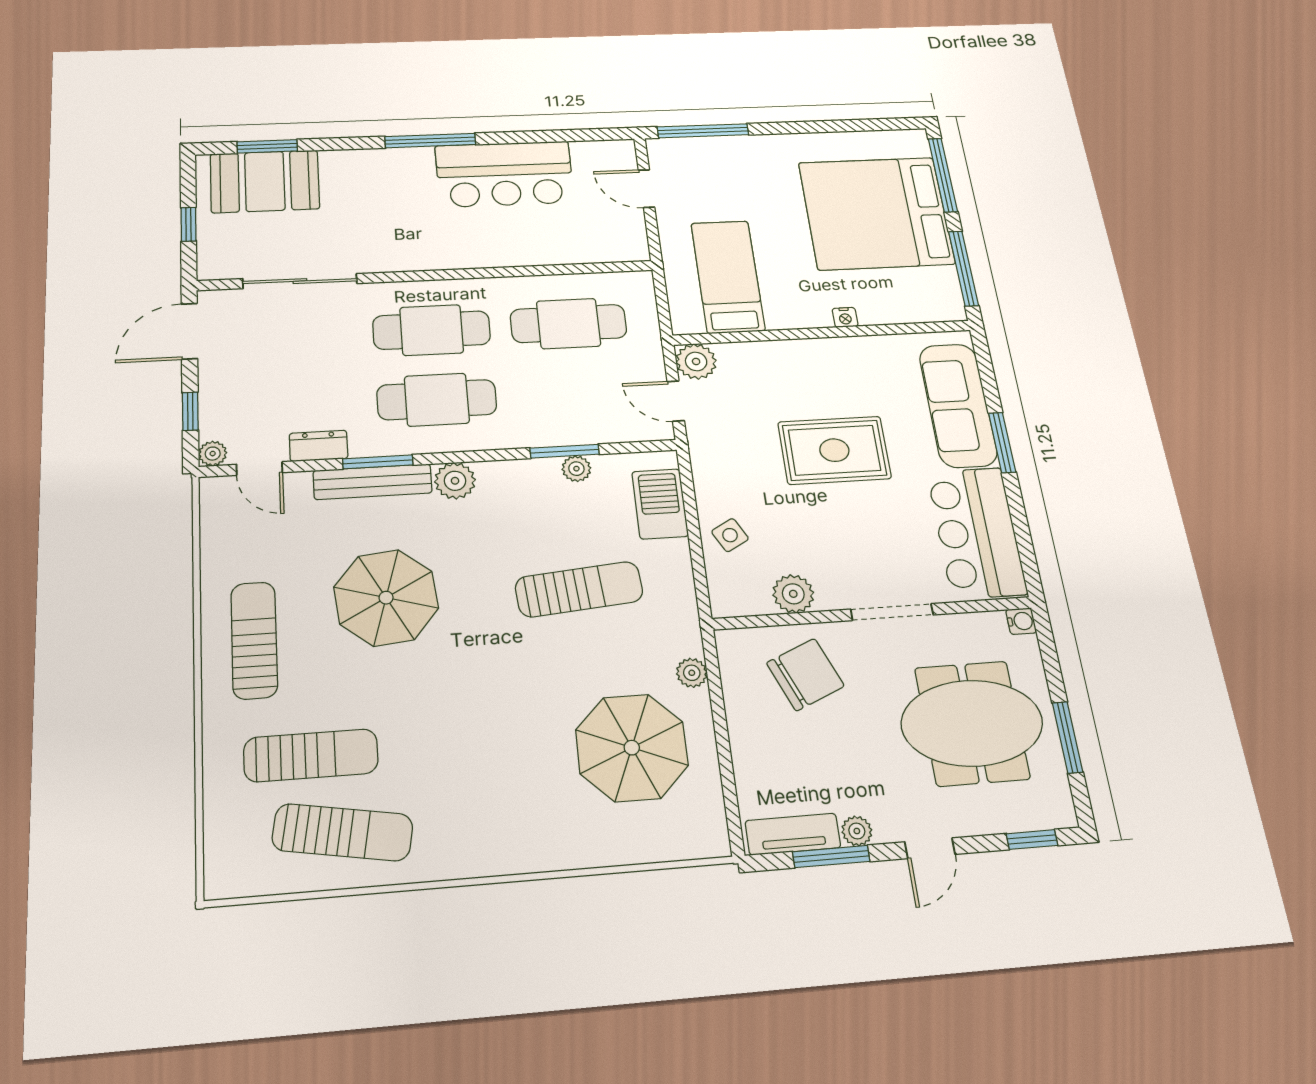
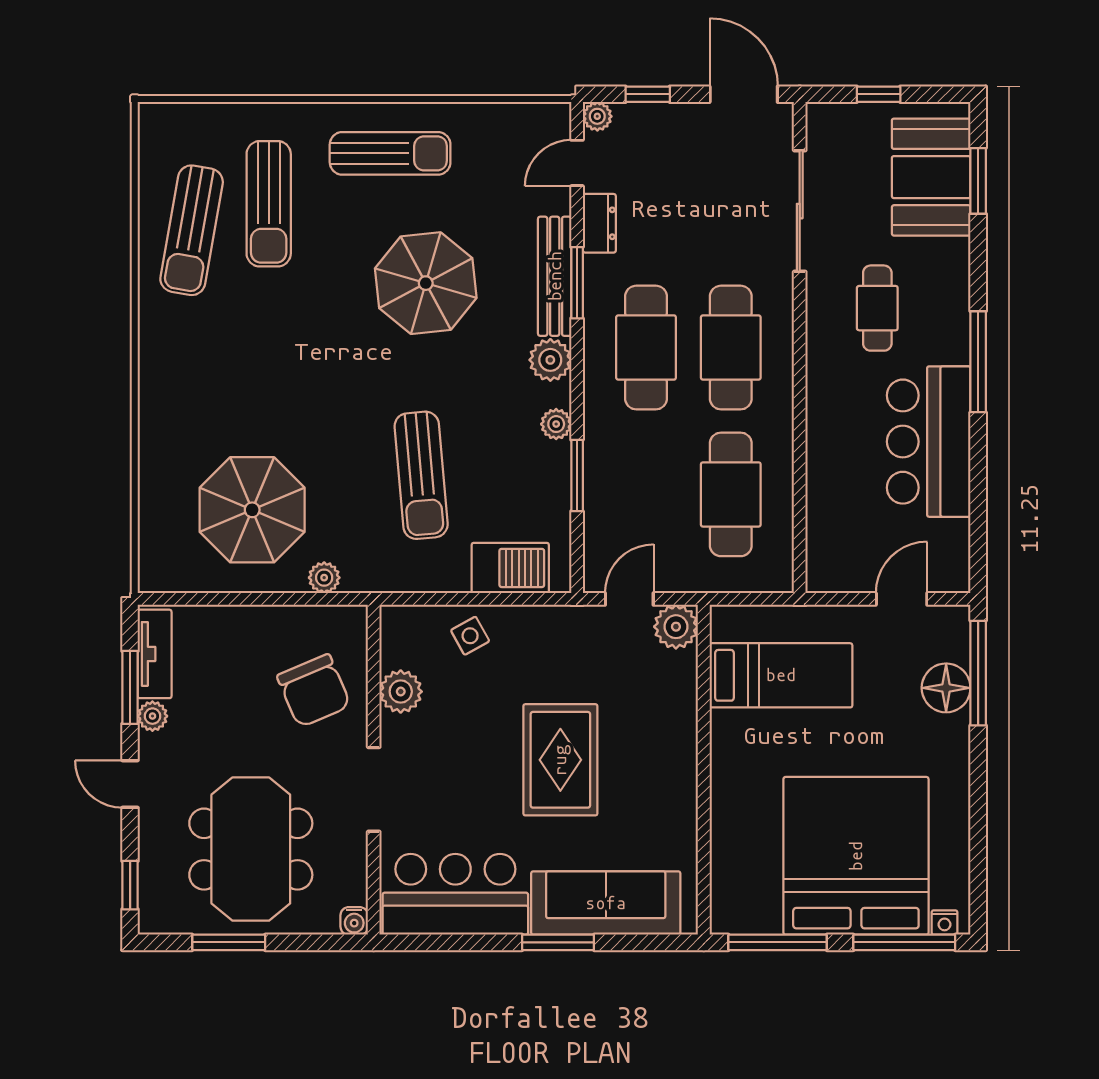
floor lamp: (719, 153) -> (946, 688), added
cafe table: (387, 217) -> (877, 308), added
nightstand: (845, 317) -> (944, 922), moved, turned -90
plant: (576, 469) -> (556, 424), moved

